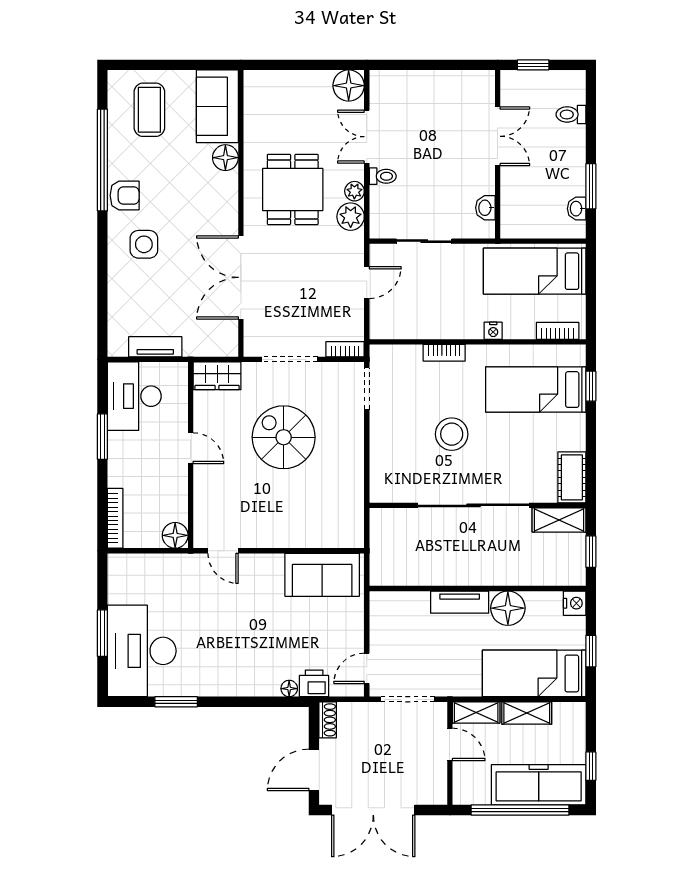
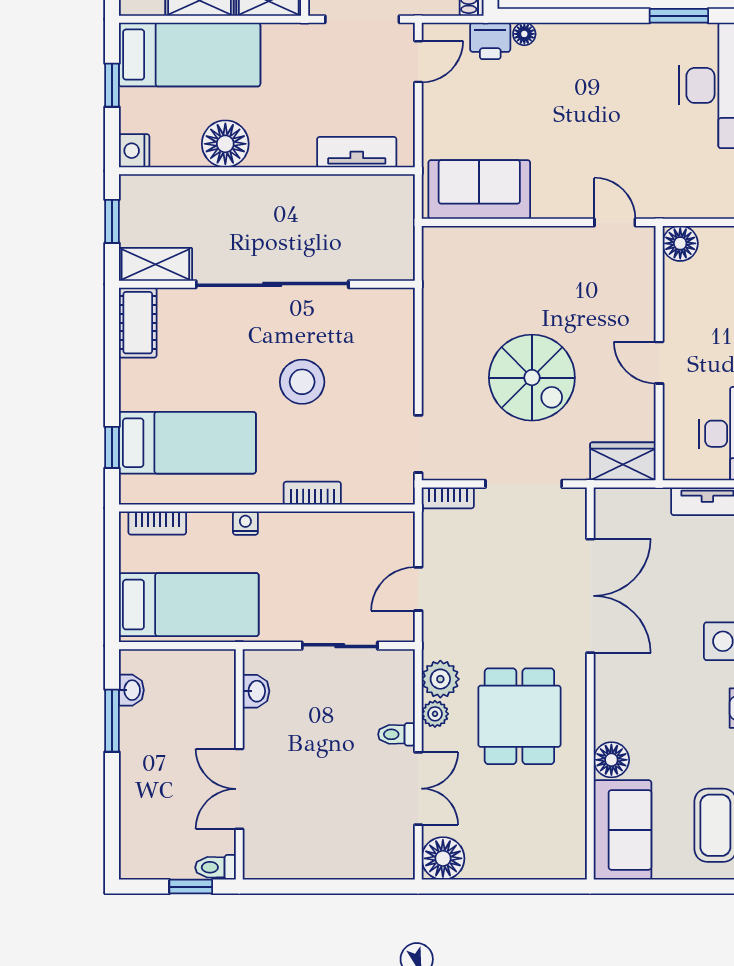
toilet: (571, 114) -> (216, 867), moved, turned 180
tv unit: (460, 602) -> (357, 152), moved

